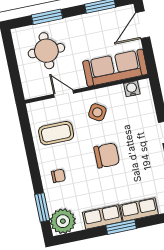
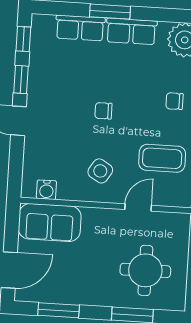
sofa: (115, 68) -> (50, 223), width x0.73
door: (64, 94) -> (138, 207), swing flipped
chair: (107, 155) -> (103, 111), width x0.54, depth x0.54

